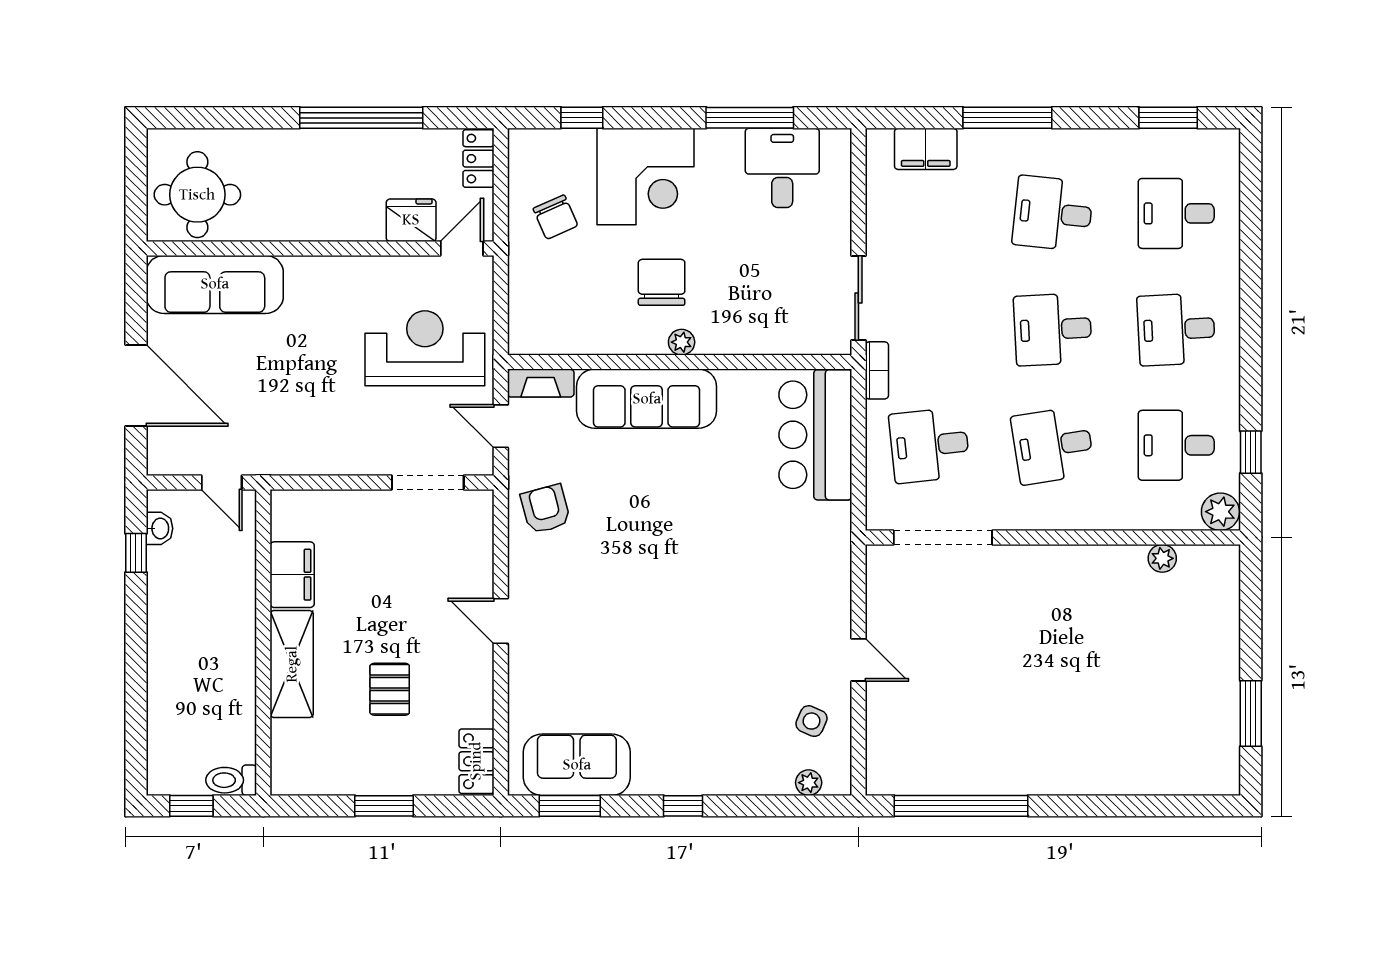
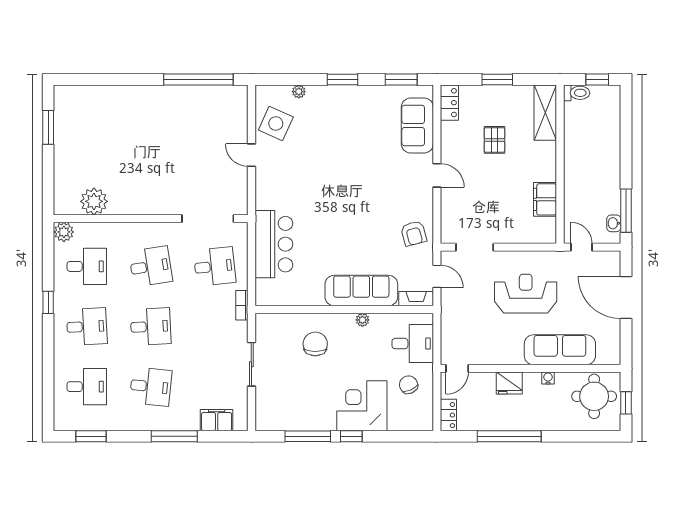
window: (582, 118) -> (351, 436), moved
desk: (782, 168) -> (413, 344), moved, turned -90
window: (136, 182) -> (626, 403), added
fridge: (411, 220) -> (509, 383), moved
water cooler: (286, 230) -> (548, 378), added
chair: (662, 282) -> (315, 344), moved, turned 180
sofa: (215, 284) -> (560, 350), moved
sliding door: (858, 298) -> (251, 364), moved
plant: (682, 342) -> (362, 320), moved
reception desk: (425, 348) -> (526, 294), moved, turned 180
bar counter: (815, 435) -> (274, 244), moved
window: (1251, 452) -> (48, 302), moved
window: (136, 553) -> (626, 211), width x2.17
plant: (1162, 558) -> (94, 201), width x1.88, depth x1.88
shelving: (292, 664) -> (545, 113), moved
side table: (811, 721) -> (276, 123), width x1.87, depth x1.87
sofa: (577, 765) -> (417, 125), moved, turned 90
plant: (809, 783) -> (299, 92), moved
window: (683, 806) -> (342, 80), width x1.50

